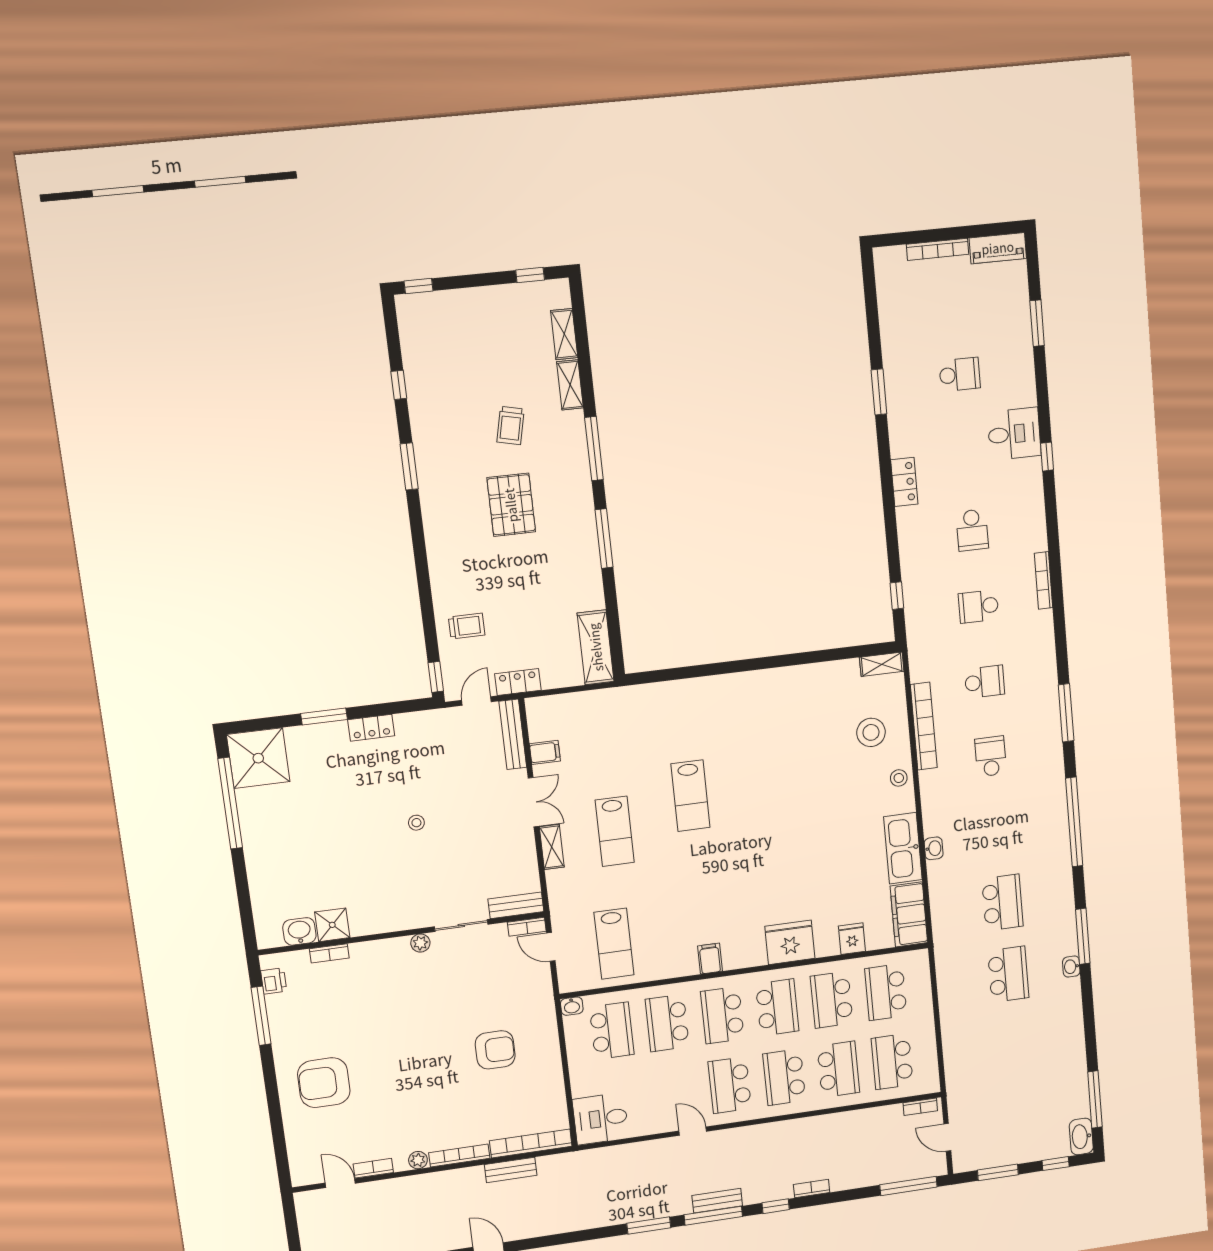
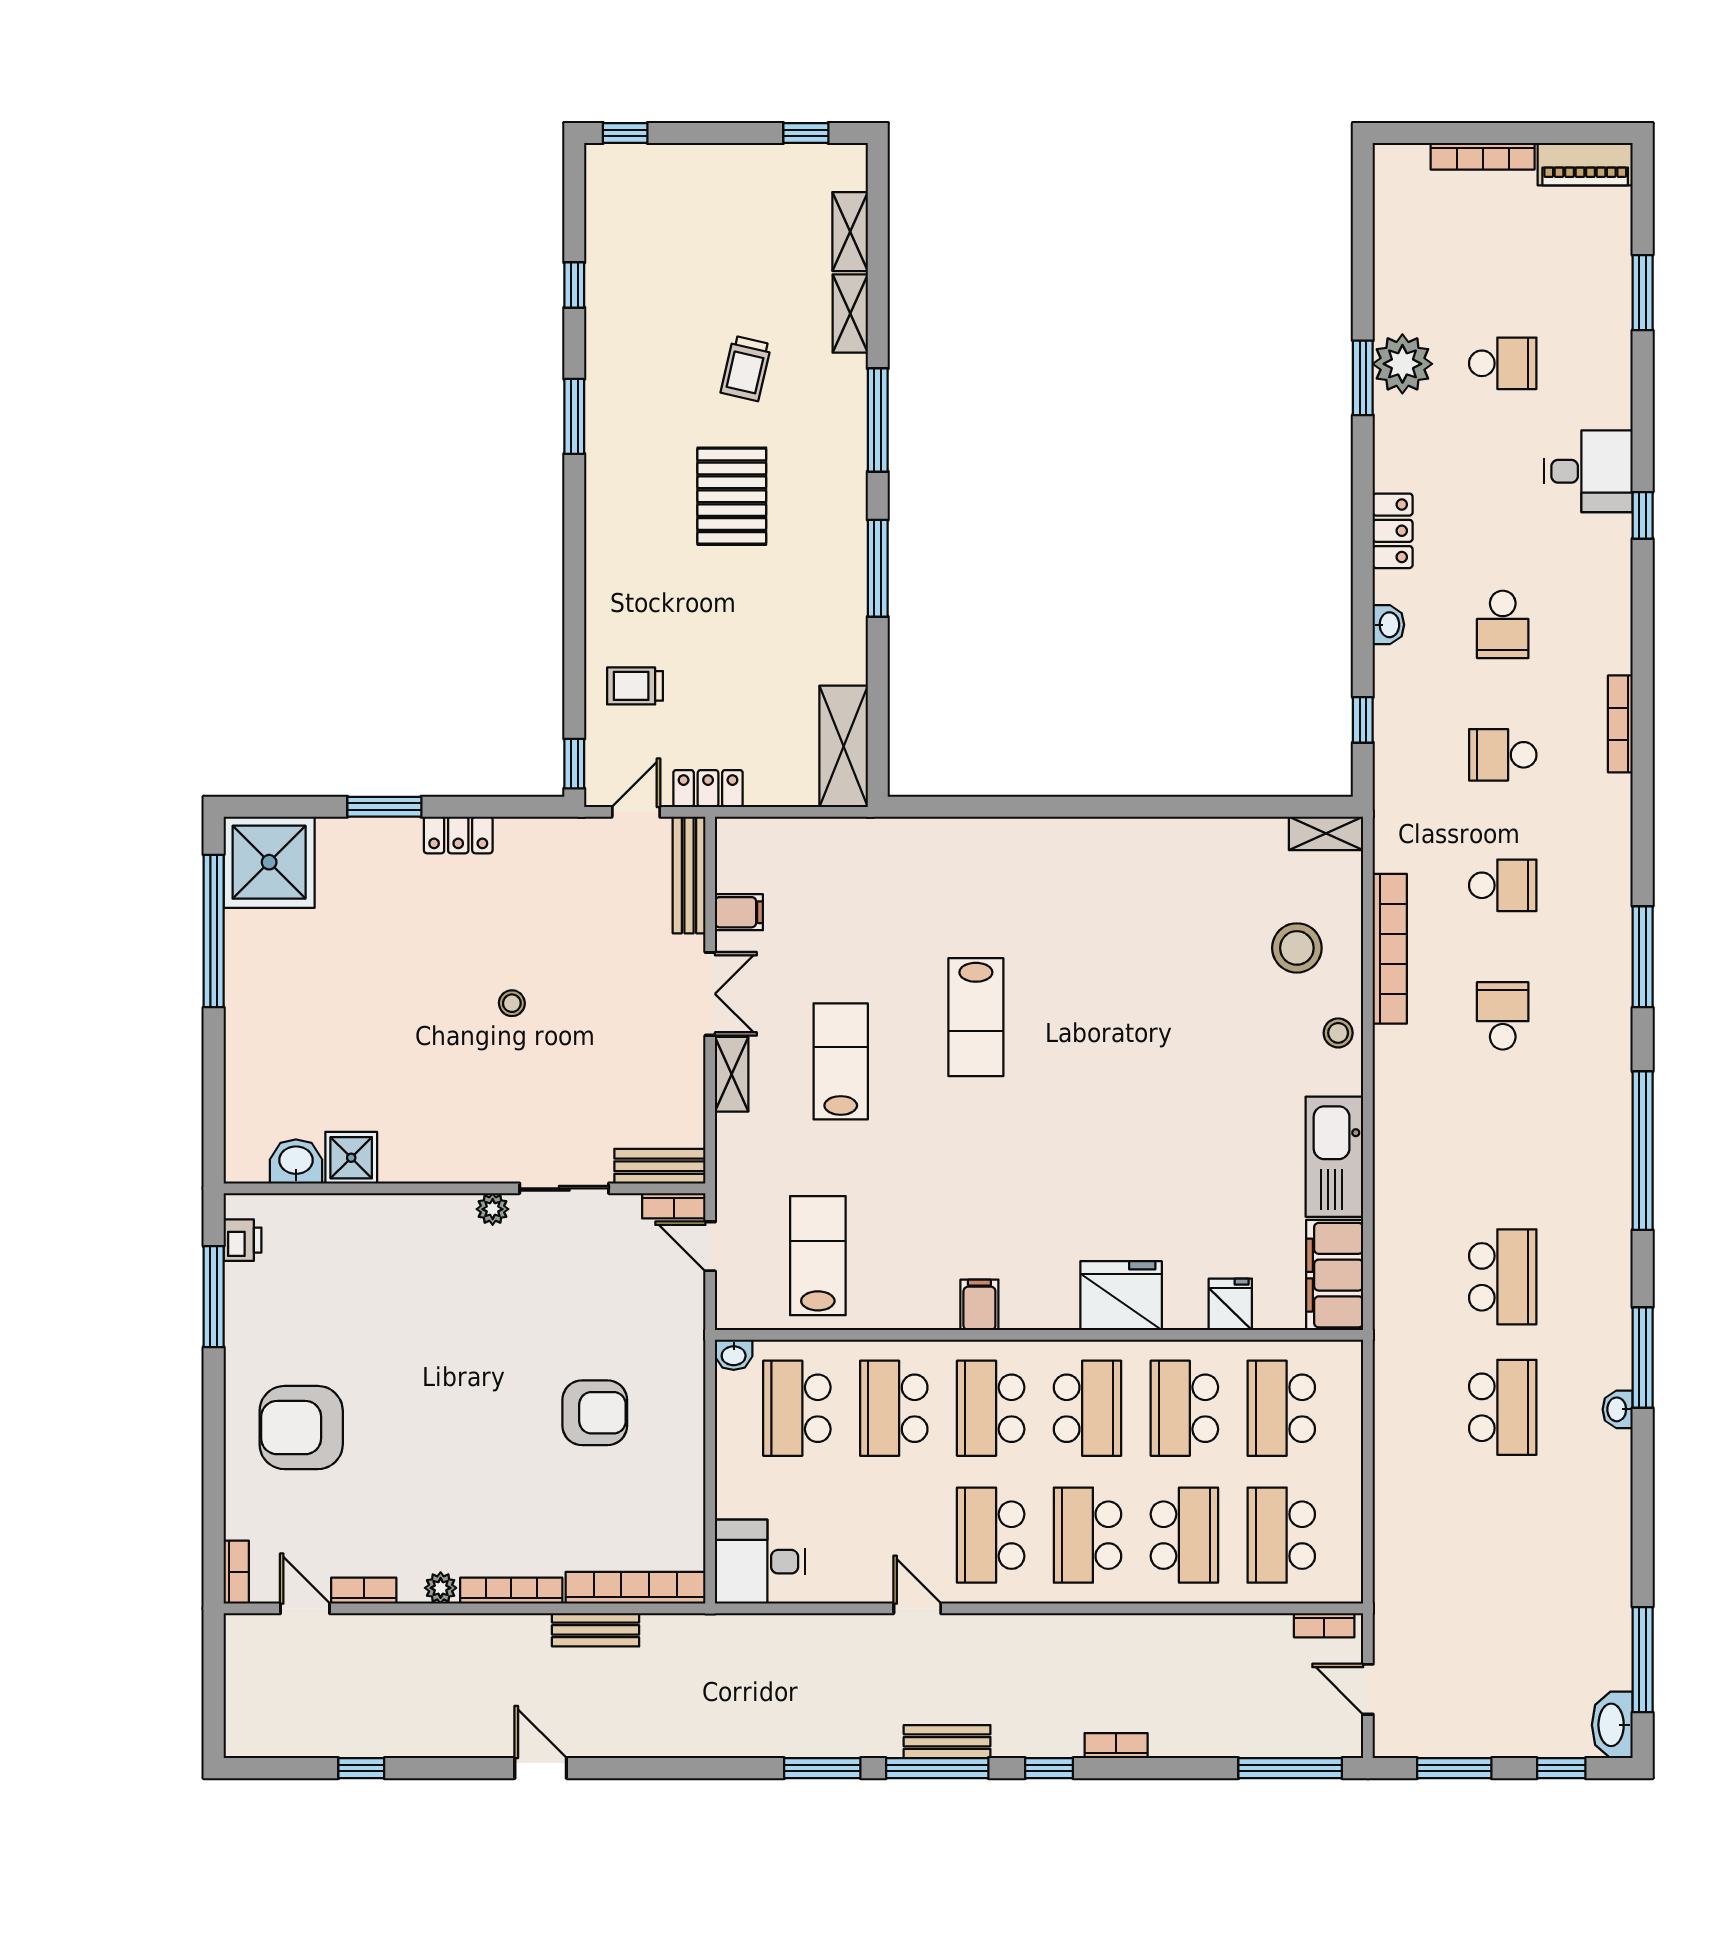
plant: (901, 381) -> (1402, 364), added
trolley: (467, 626) -> (635, 686), turned 180
lab bench: (615, 831) -> (841, 1061), turned 180
washbasin: (934, 848) -> (1388, 625), moved
lab bench: (614, 944) -> (818, 1256), turned 180
bookcase: (329, 953) -> (236, 1572), moved, turned -90
school desk: (612, 1031) -> (797, 1408), turned 180

